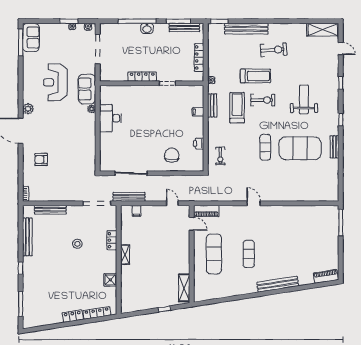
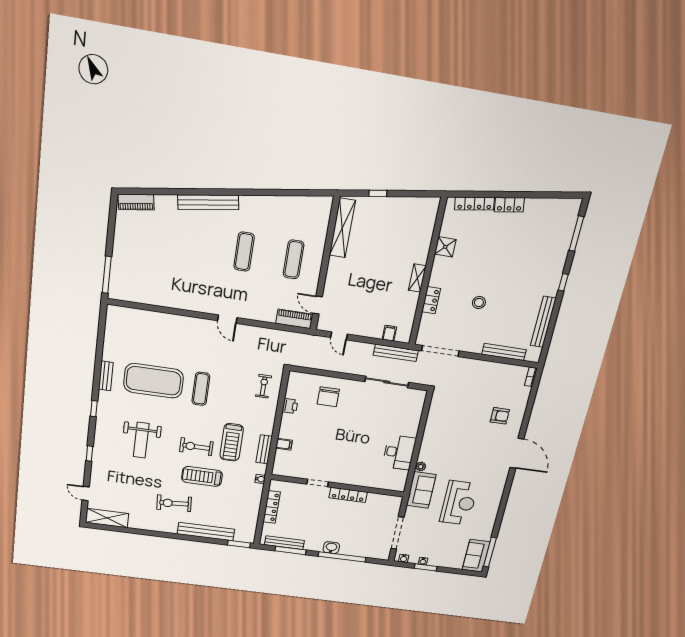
plant: (28, 109) -> (501, 478), removed
exercise mat: (214, 254) -> (293, 259), width x0.73, depth x0.69
shelving: (184, 288) -> (342, 228), width x1.47

